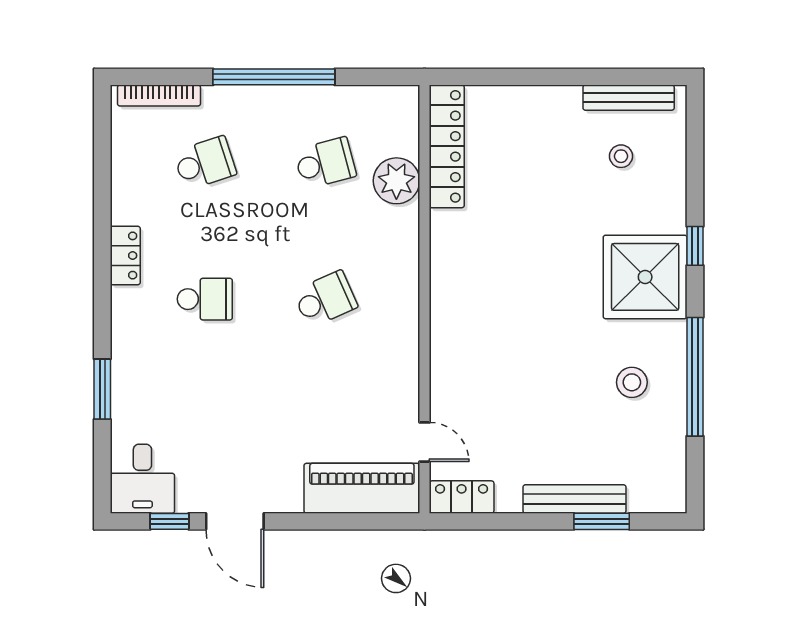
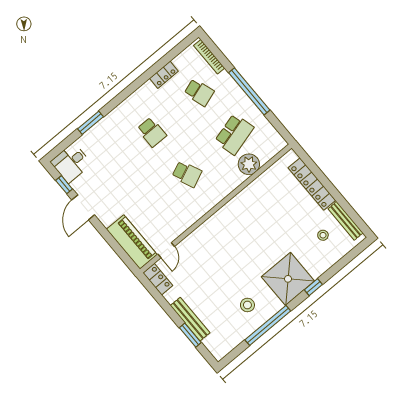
locker: (447, 146) -> (312, 184), moved, turned 90
school desk: (325, 163) -> (234, 134), width x1.85
locker: (125, 256) -> (164, 75), moved

